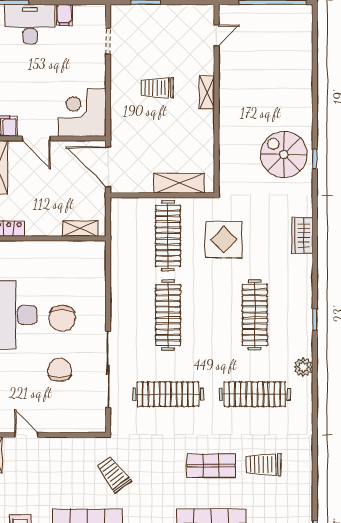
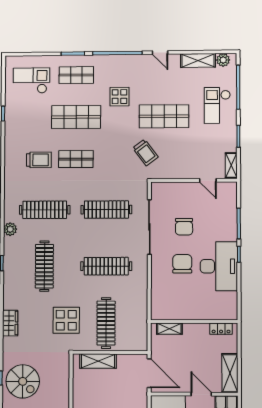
clothes rail: (168, 315) -> (106, 266), turned 90

